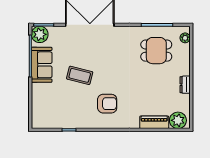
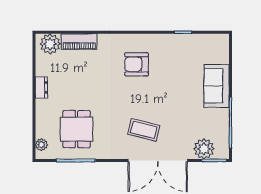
plant: (40, 34) -> (204, 149), moved
dining table: (156, 51) -> (77, 129), turned 90
sofa: (42, 65) -> (217, 86), moved
coffee table: (80, 75) -> (144, 130), moved

